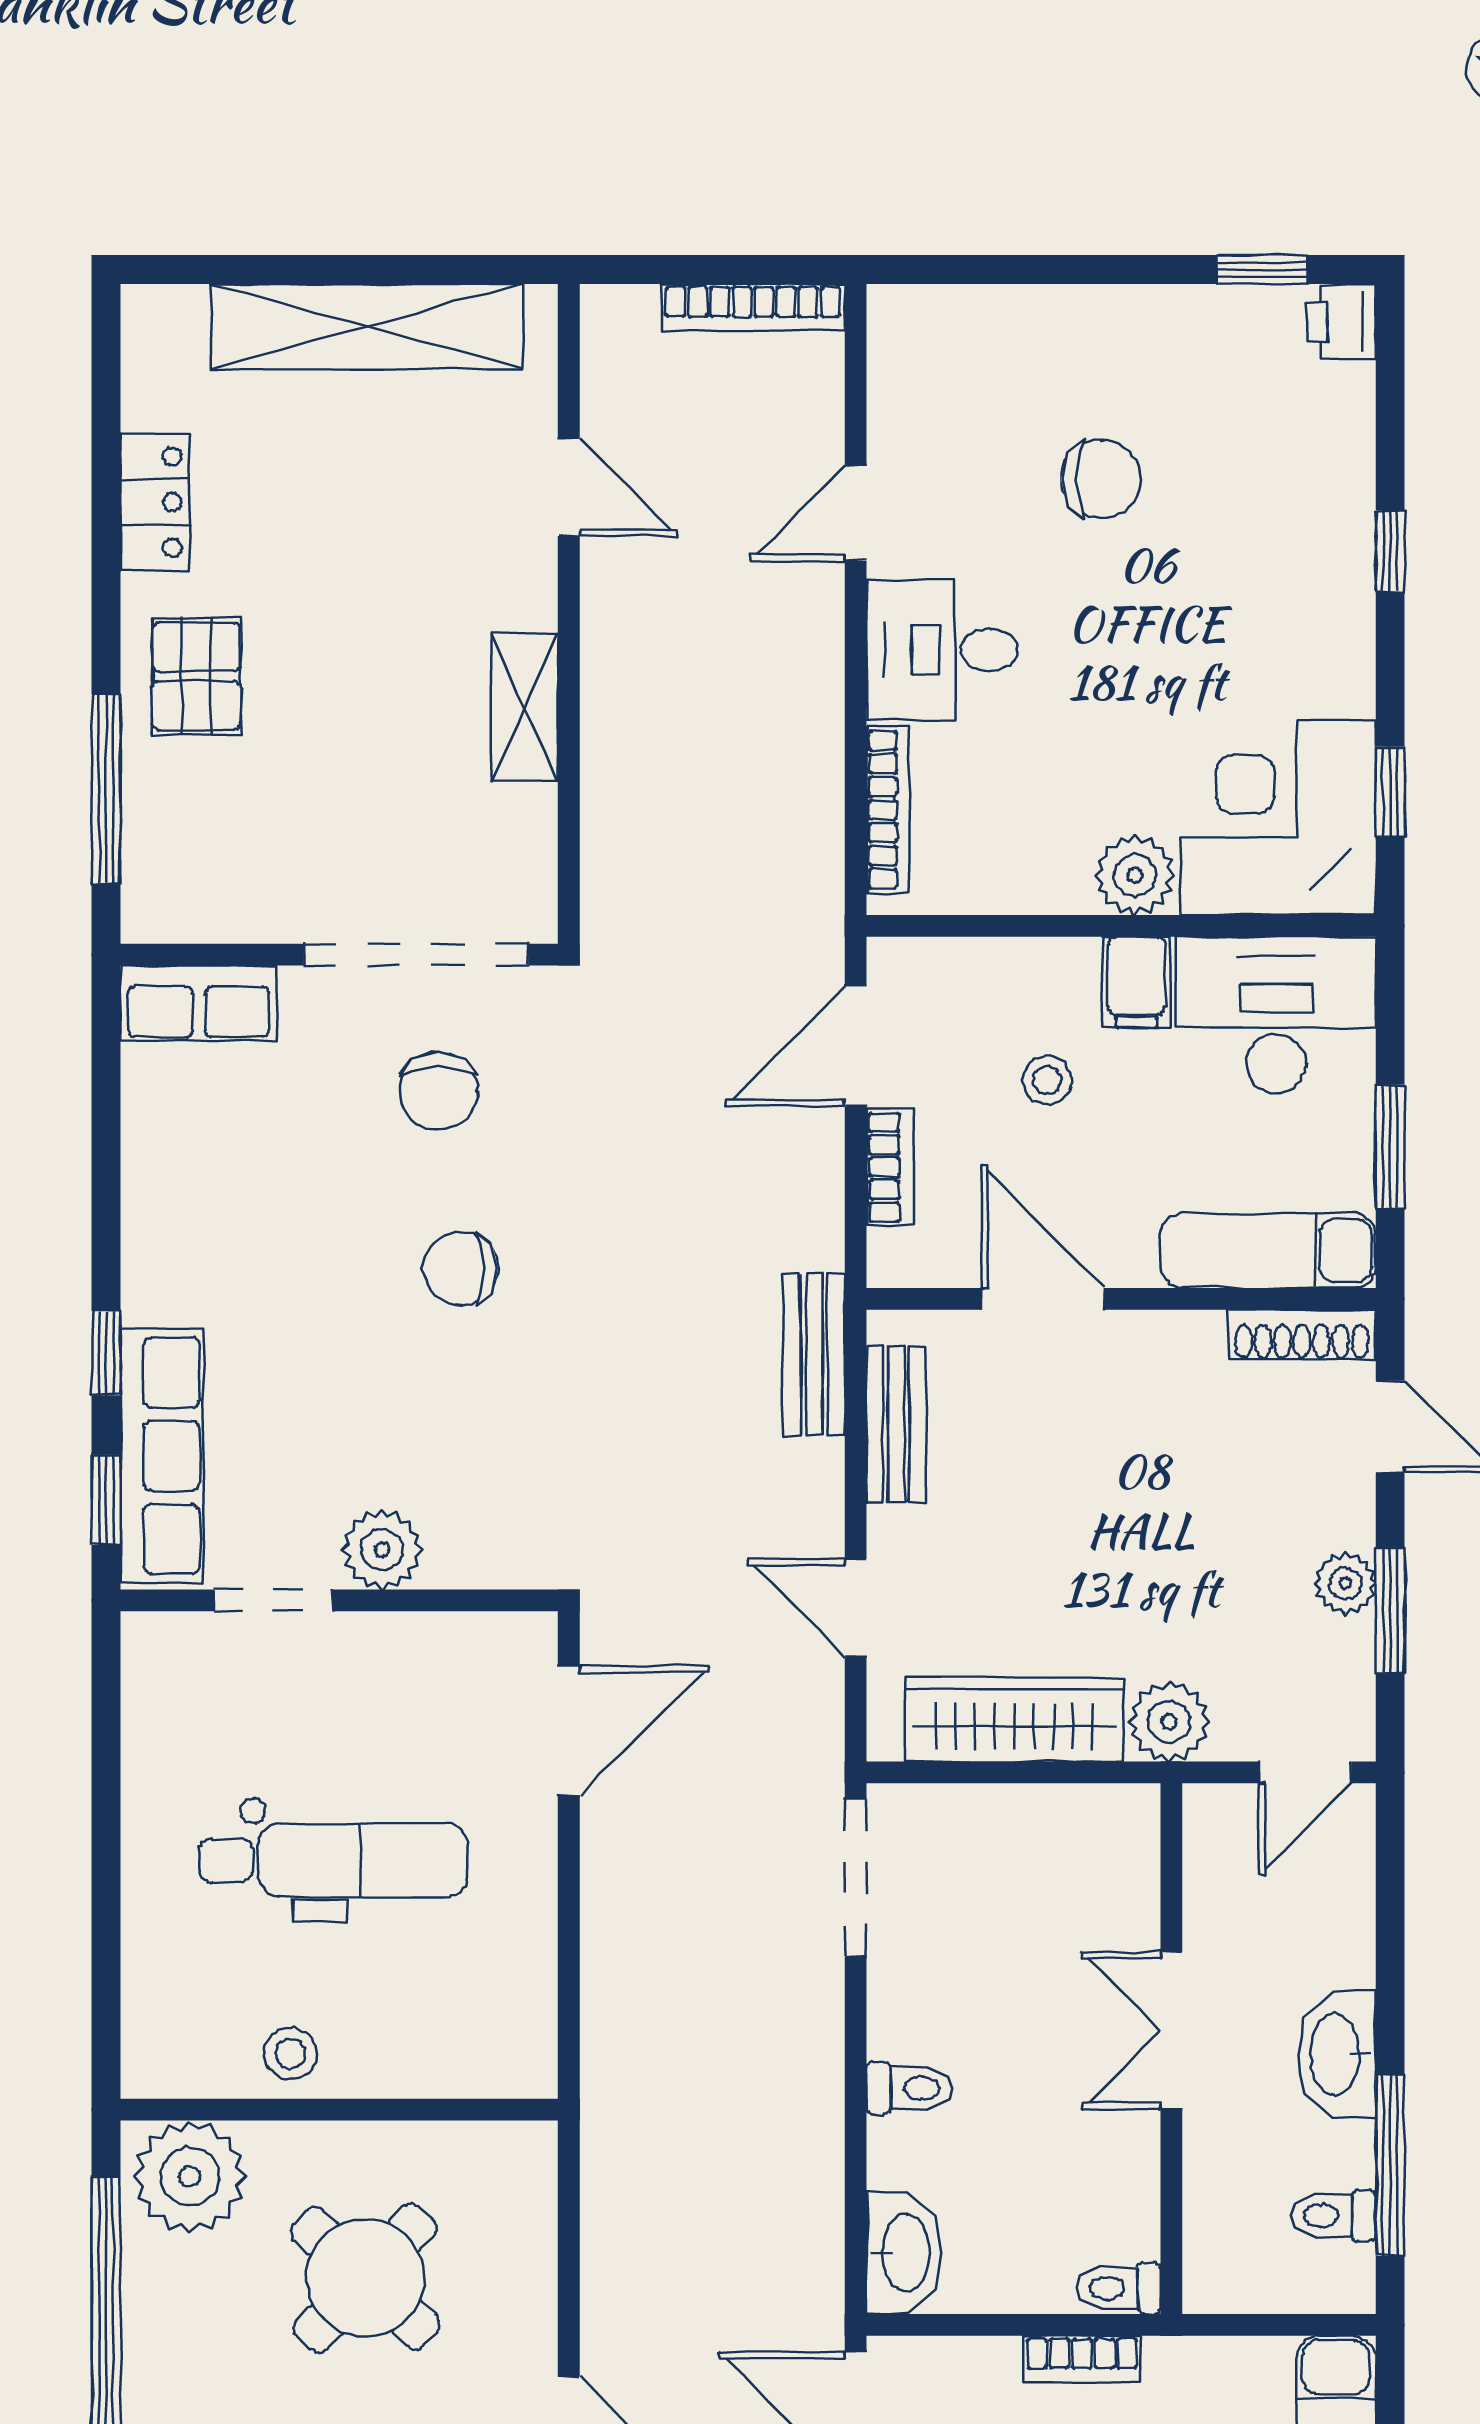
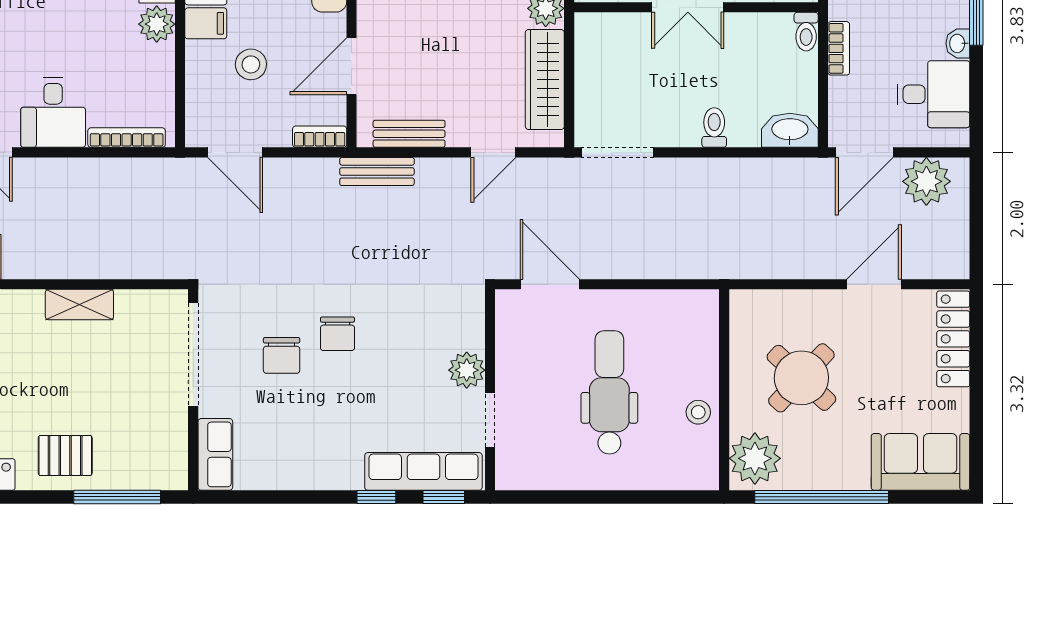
stool: (1047, 1080) -> (251, 64), width x1.37, depth x1.37
chair: (439, 1091) -> (282, 355), moved, turned 90
bookcase: (890, 1167) -> (320, 137), moved

